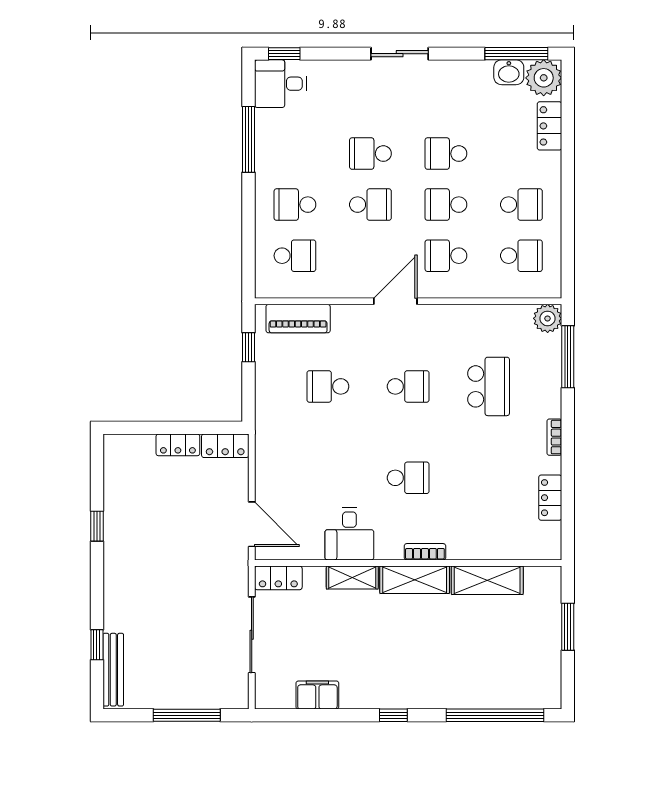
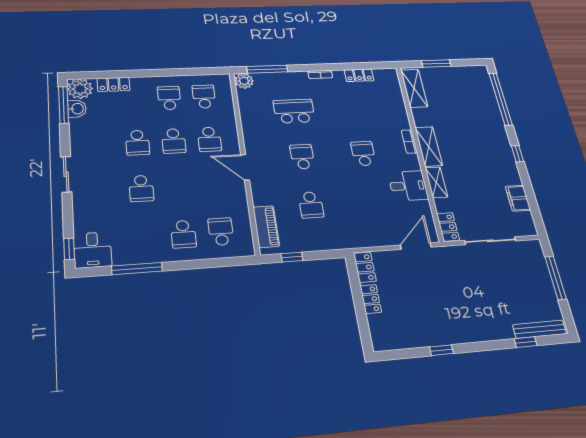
school desk: (370, 205) -> (178, 186), removed
shelving: (487, 580) -> (414, 88), moved

